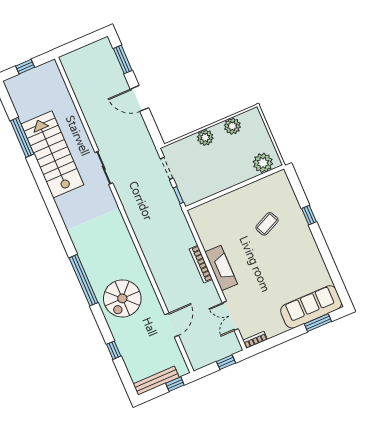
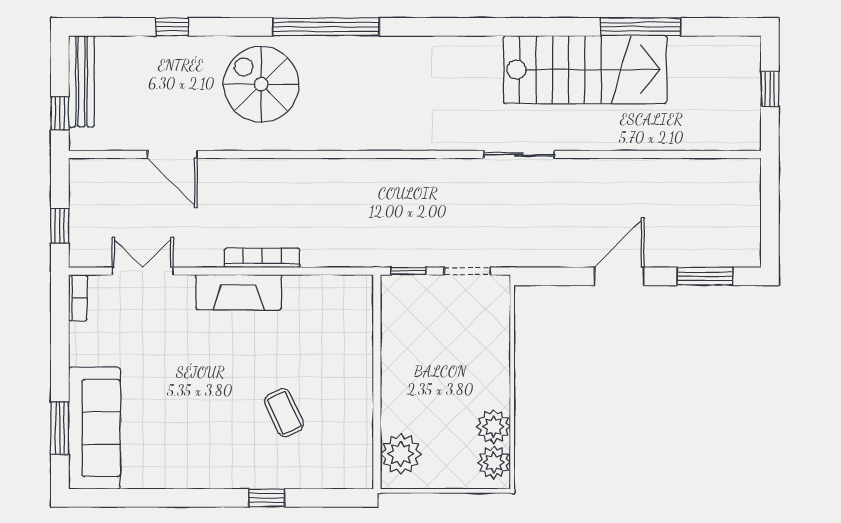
plant: (205, 138) -> (494, 462), moved

